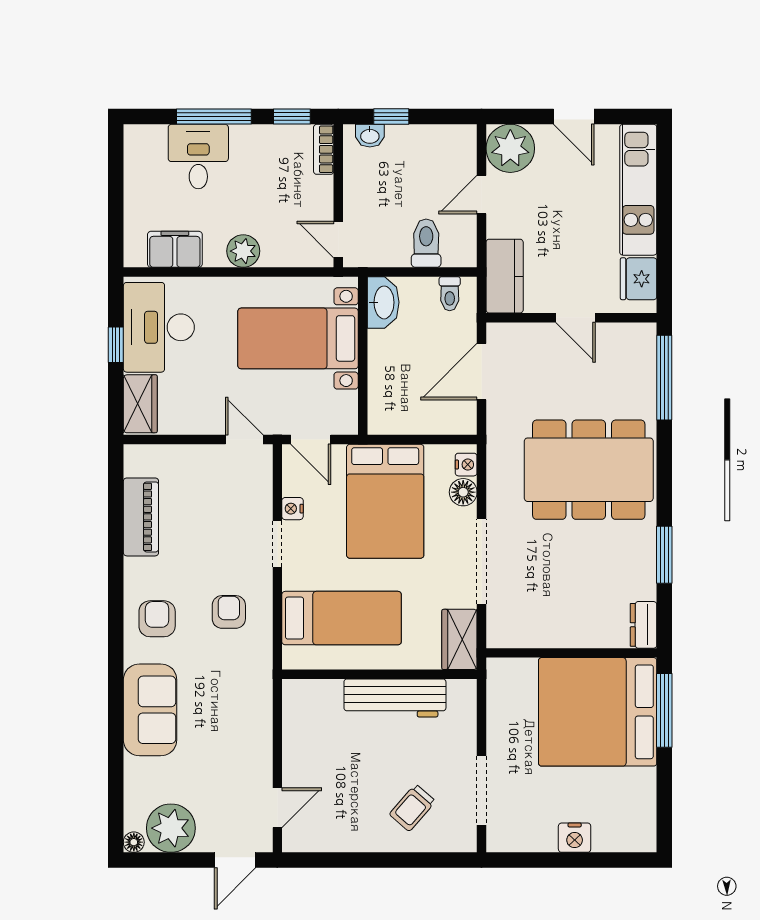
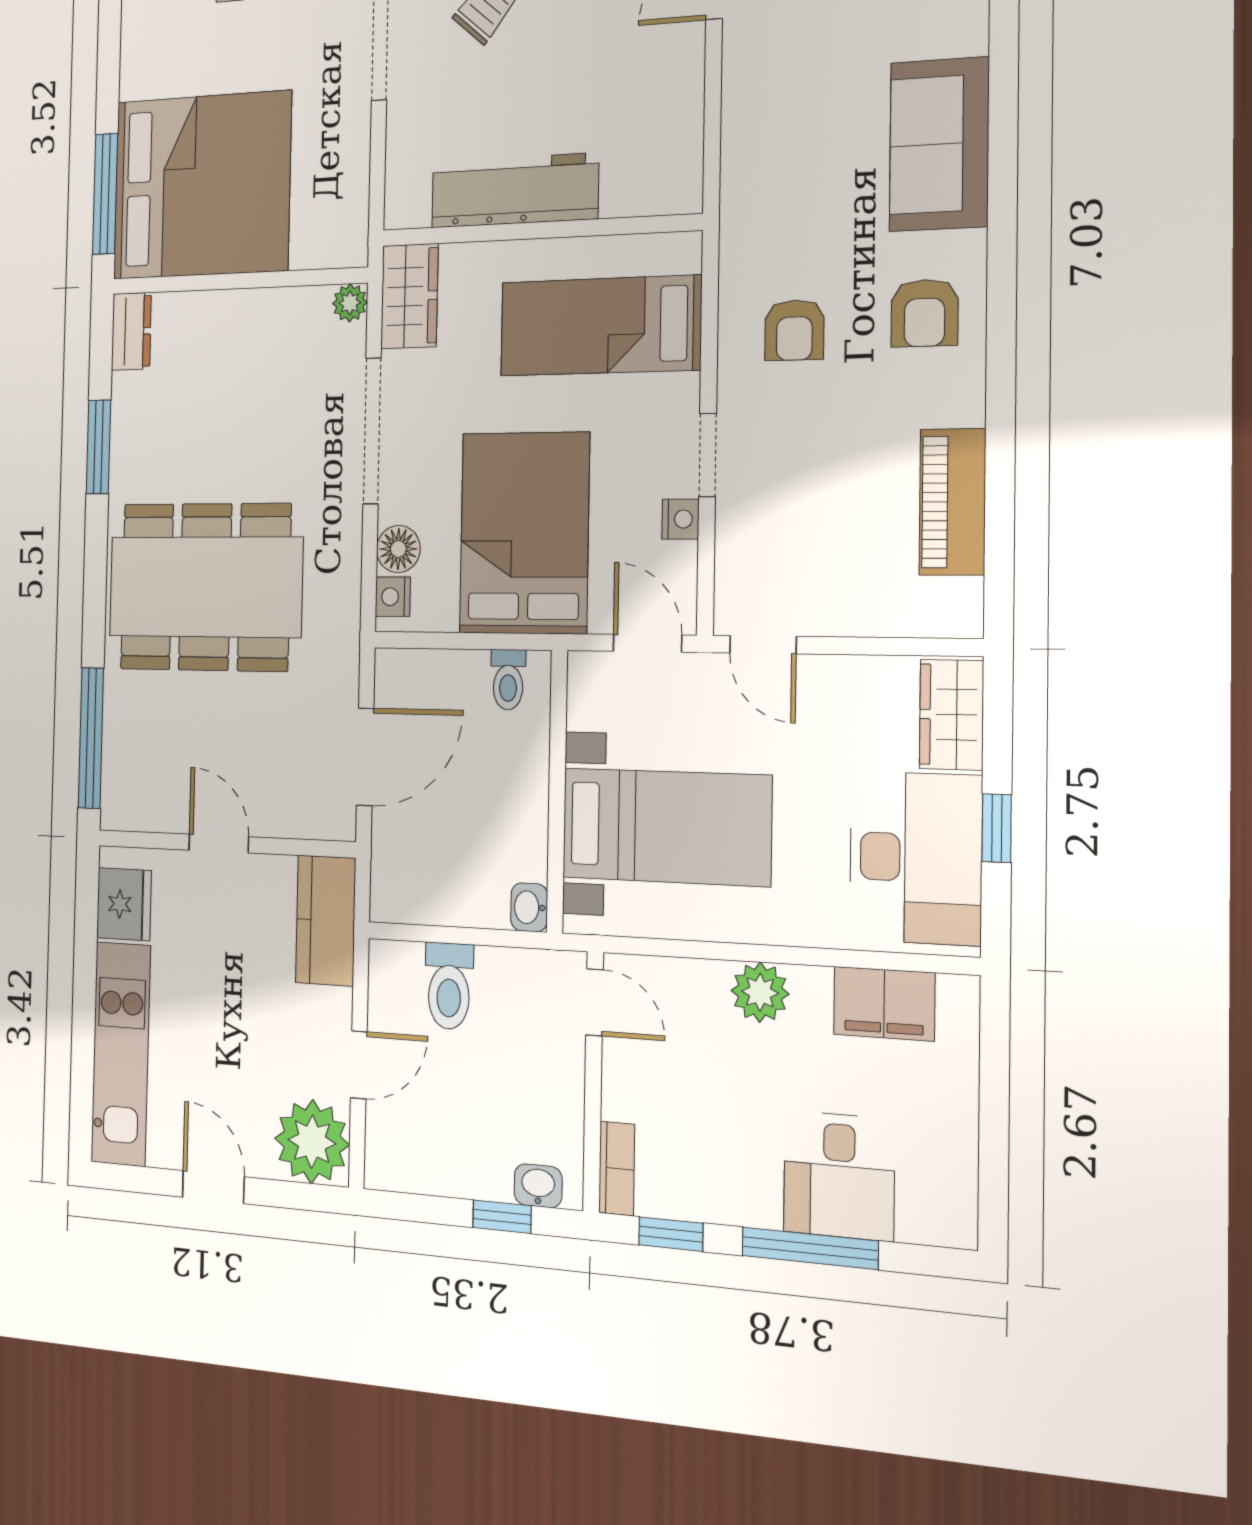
toilet: (450, 294) -> (508, 680), moved, turned 180
washbasin: (383, 302) -> (529, 907), width x0.52, depth x0.69
plant: (498, 637) -> (350, 303), added

